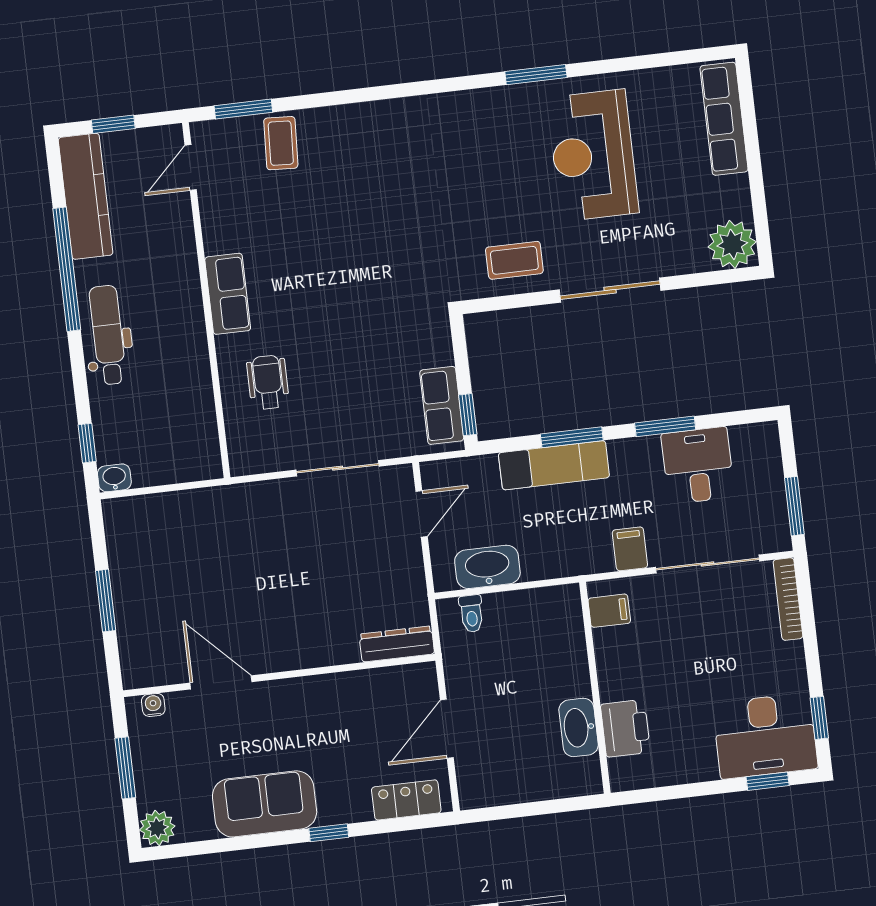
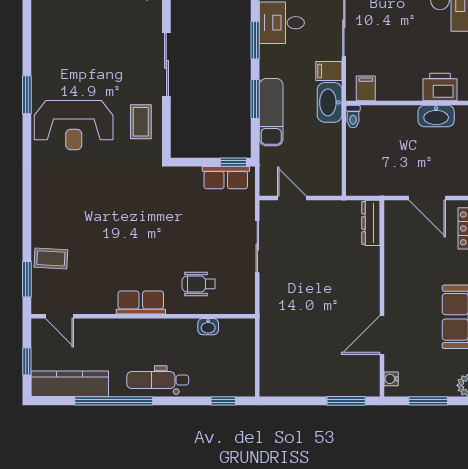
reception desk: (593, 155) -> (74, 125), moved
washbasin: (114, 478) -> (208, 327), moved, turned -90
washbasin: (487, 567) -> (330, 102), moved
window: (106, 601) -> (346, 401), moved
toilet: (471, 614) -> (353, 117), moved, turned 90

